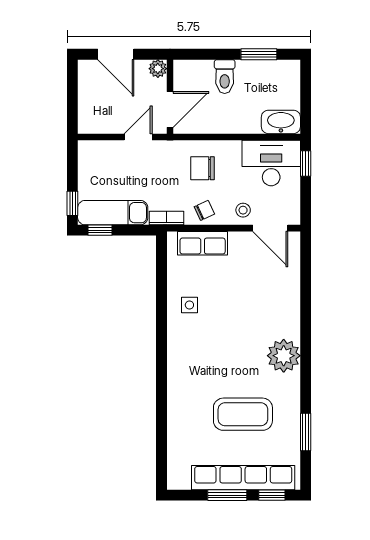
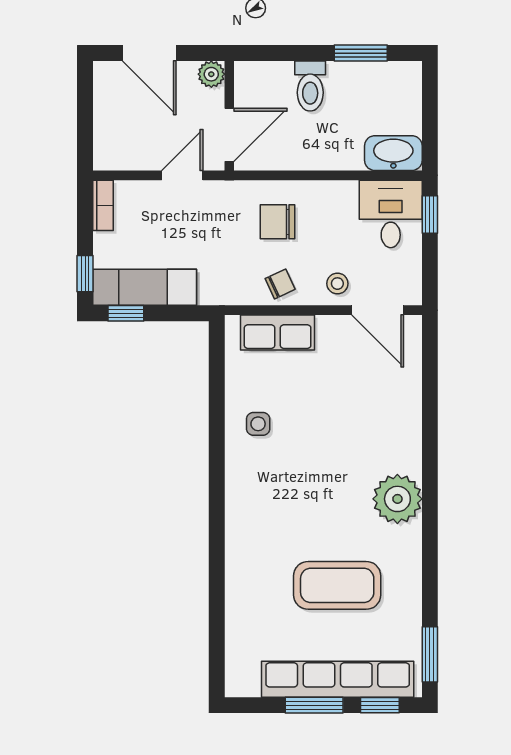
desk: (271, 163) -> (391, 214), width x0.73
bookcase: (166, 218) -> (103, 205), moved, turned 90
window: (306, 432) -> (430, 654), moved

